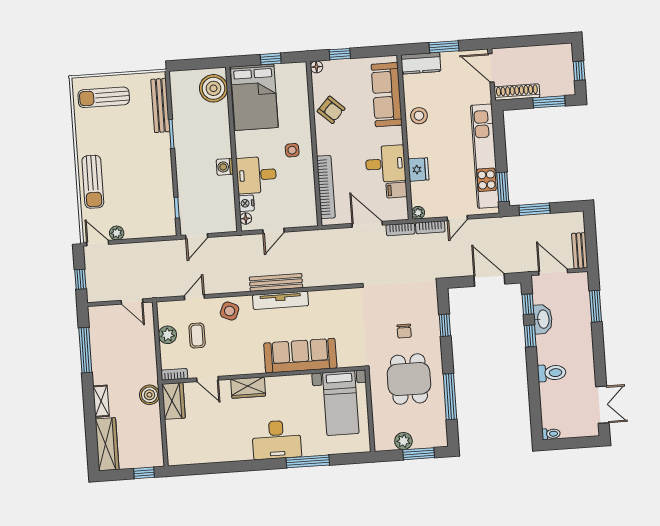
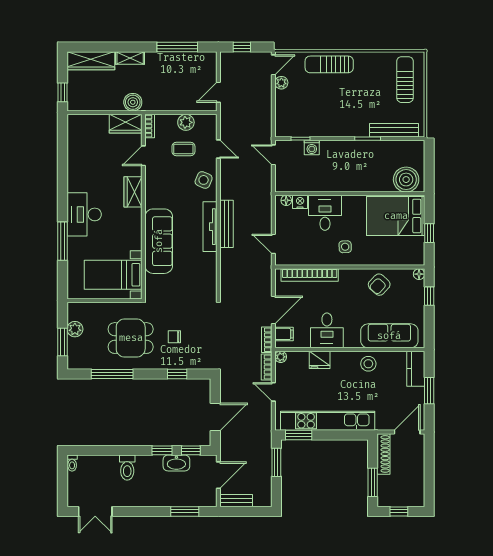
washing machine: (225, 167) -> (312, 148), moved, turned 180
filing cabinet: (397, 190) -> (284, 334), moved, turned 90
door: (273, 231) -> (273, 244), moved

